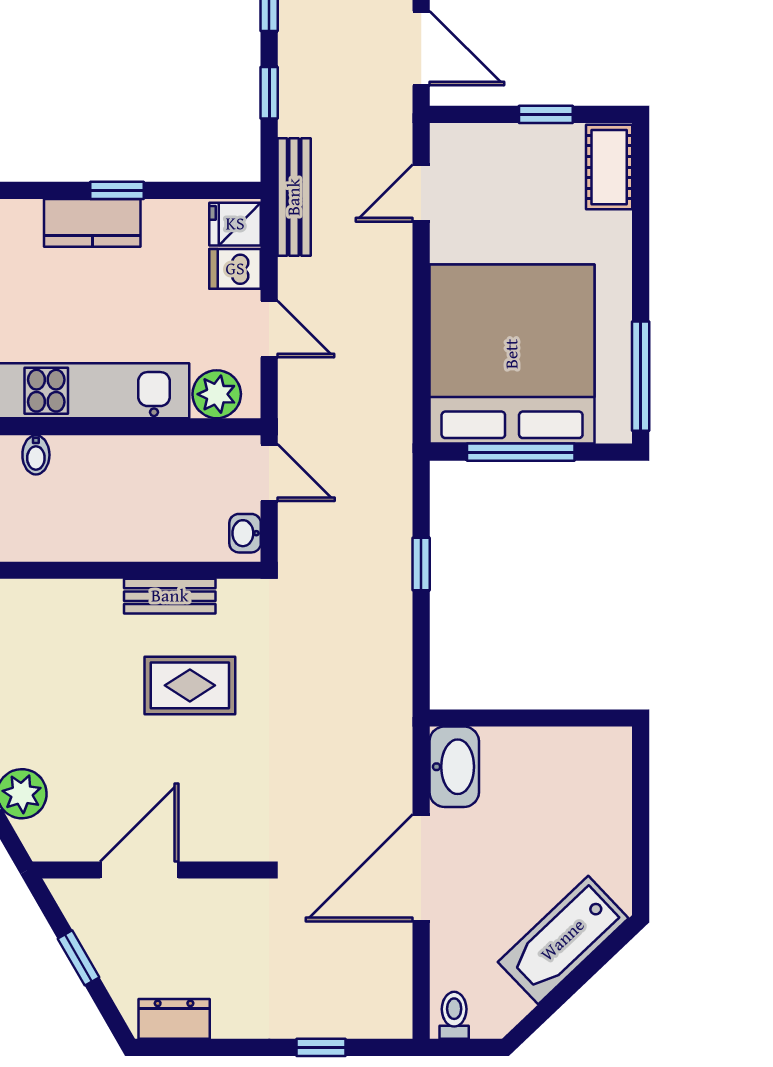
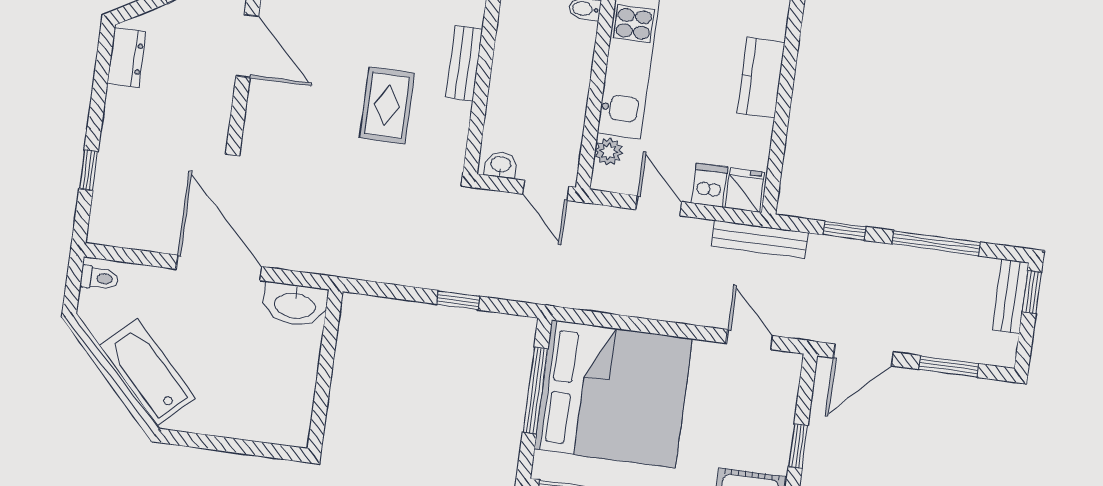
window: (117, 190) -> (784, 101), removed
door: (269, 329) -> (659, 206), swing flipped
plant: (217, 394) -> (609, 152), width x0.73, depth x0.73
door: (269, 473) -> (546, 190), hinge flipped
bench: (170, 596) -> (464, 63), moved

